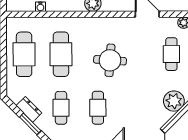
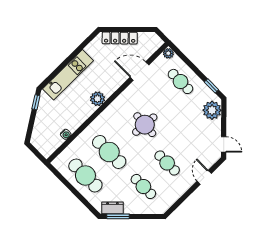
dresser: (29, 109) -> (112, 208), moved
window: (30, 124) -> (118, 216), moved

